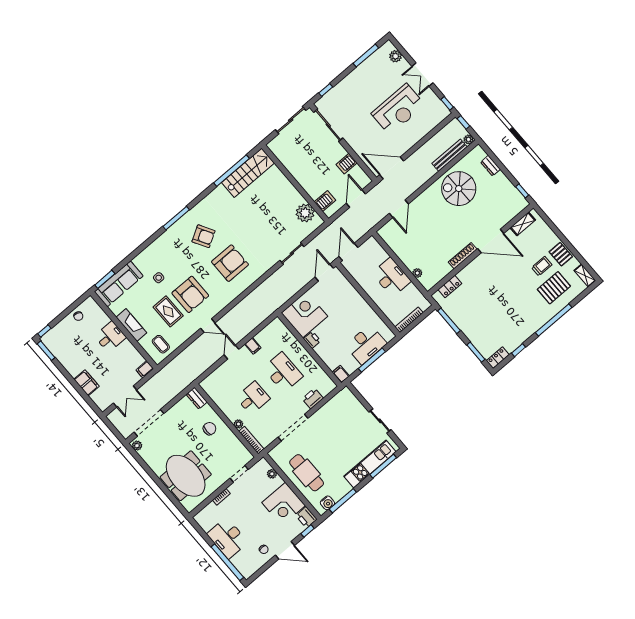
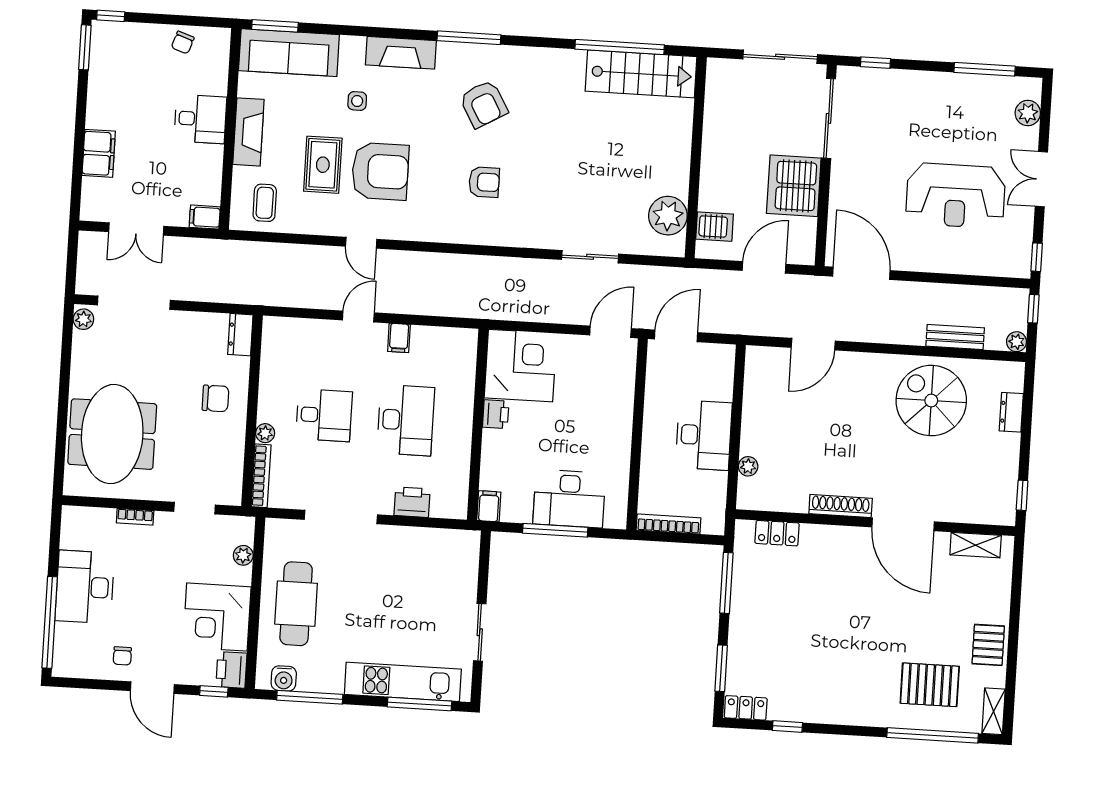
bench: (449, 155) -> (955, 337), width x0.73
server rack: (347, 164) -> (794, 186), width x2.18, depth x1.44
fireplace: (158, 246) -> (401, 53), added
armchair: (230, 263) -> (484, 182), width x0.53, depth x0.53
trolley: (542, 266) -> (943, 635), removed
armchair: (190, 294) -> (380, 171), turned -90
window: (554, 320) -> (933, 735), moved

